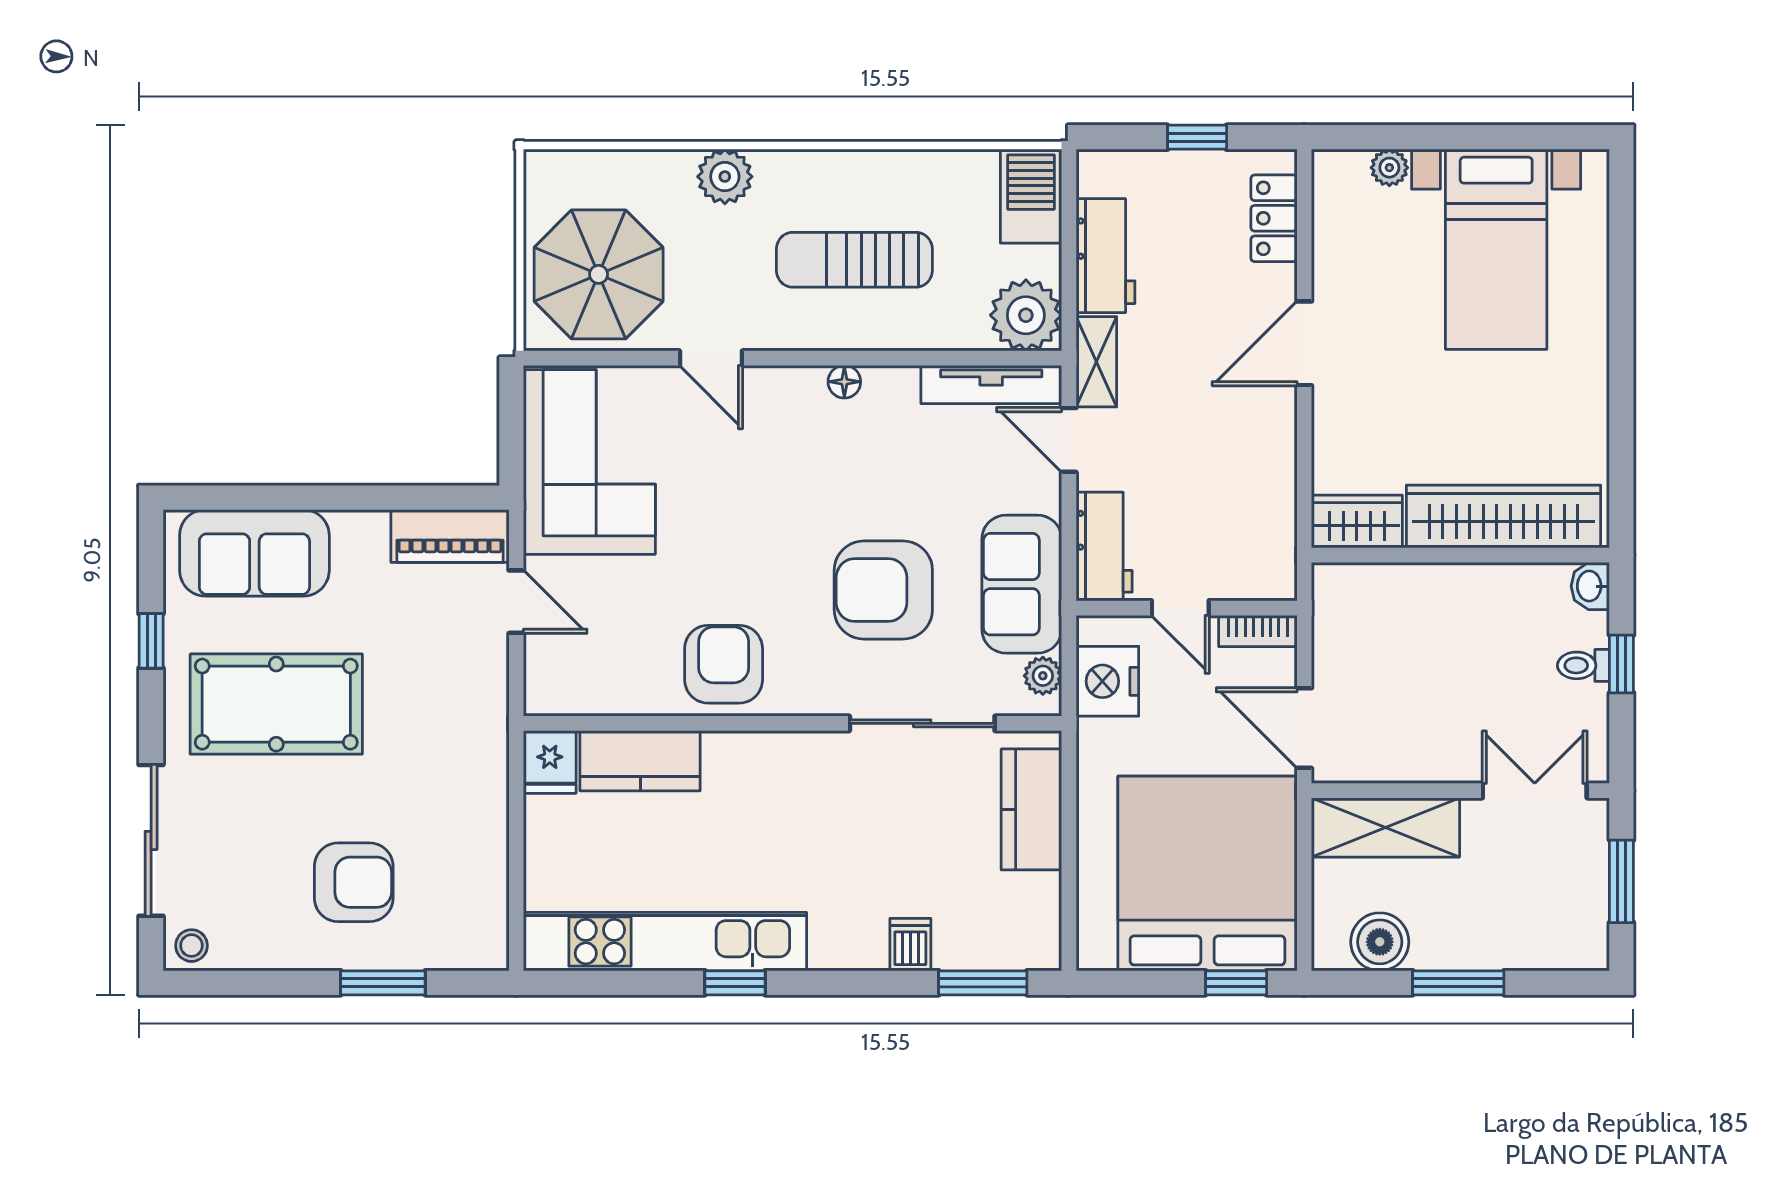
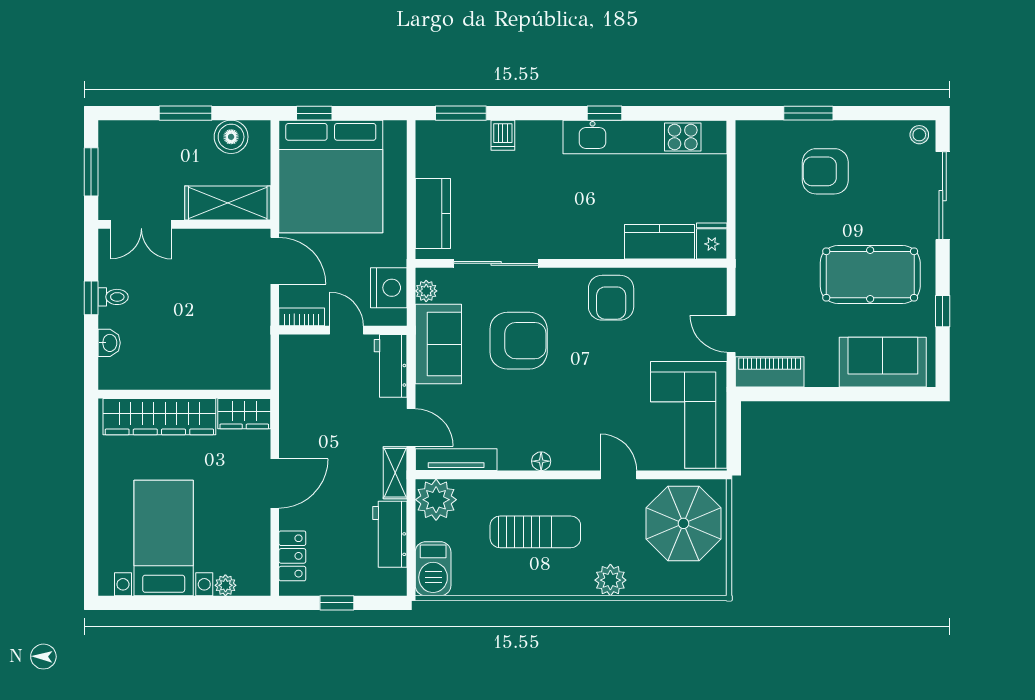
wardrobe: (1503, 517) -> (159, 417), moved
wardrobe: (1357, 522) -> (244, 414), moved
wall: (1460, 555) -> (184, 394), moved

